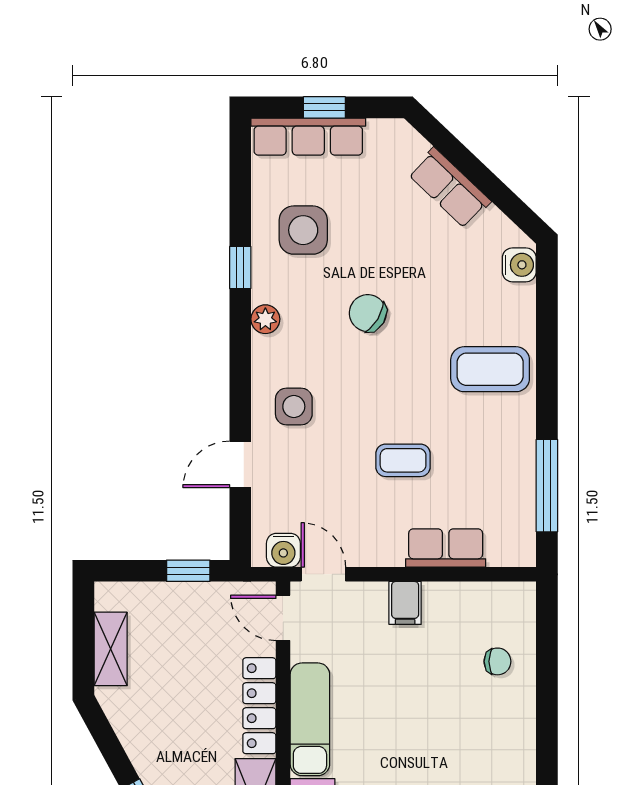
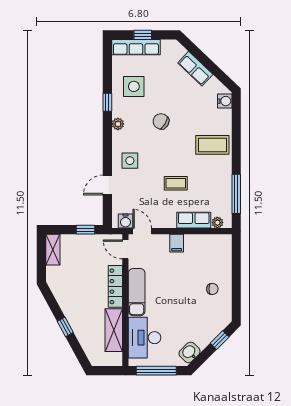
plant: (502, 554) -> (217, 223), added
shelving: (111, 649) -> (53, 250), moved
chair: (497, 661) -> (212, 289), moved

